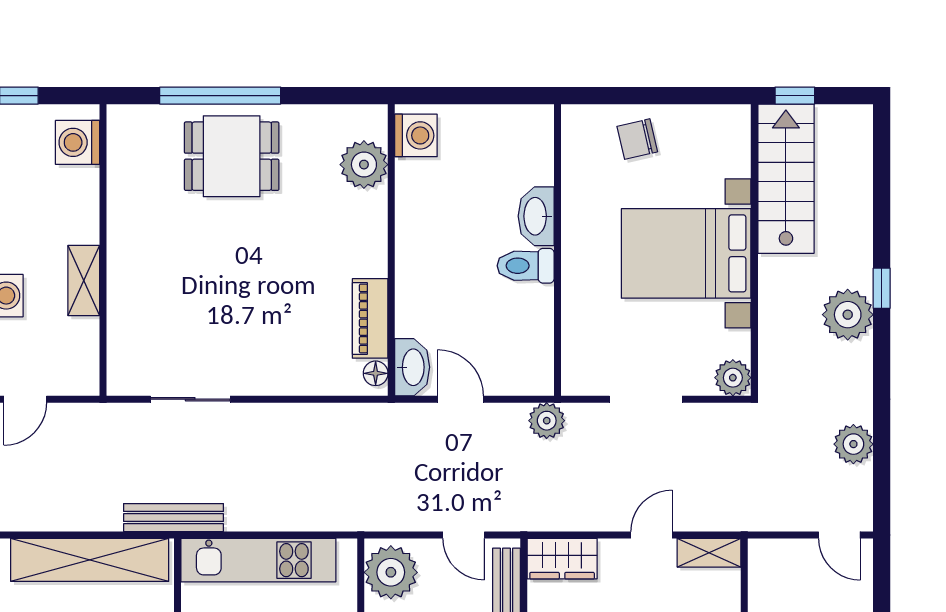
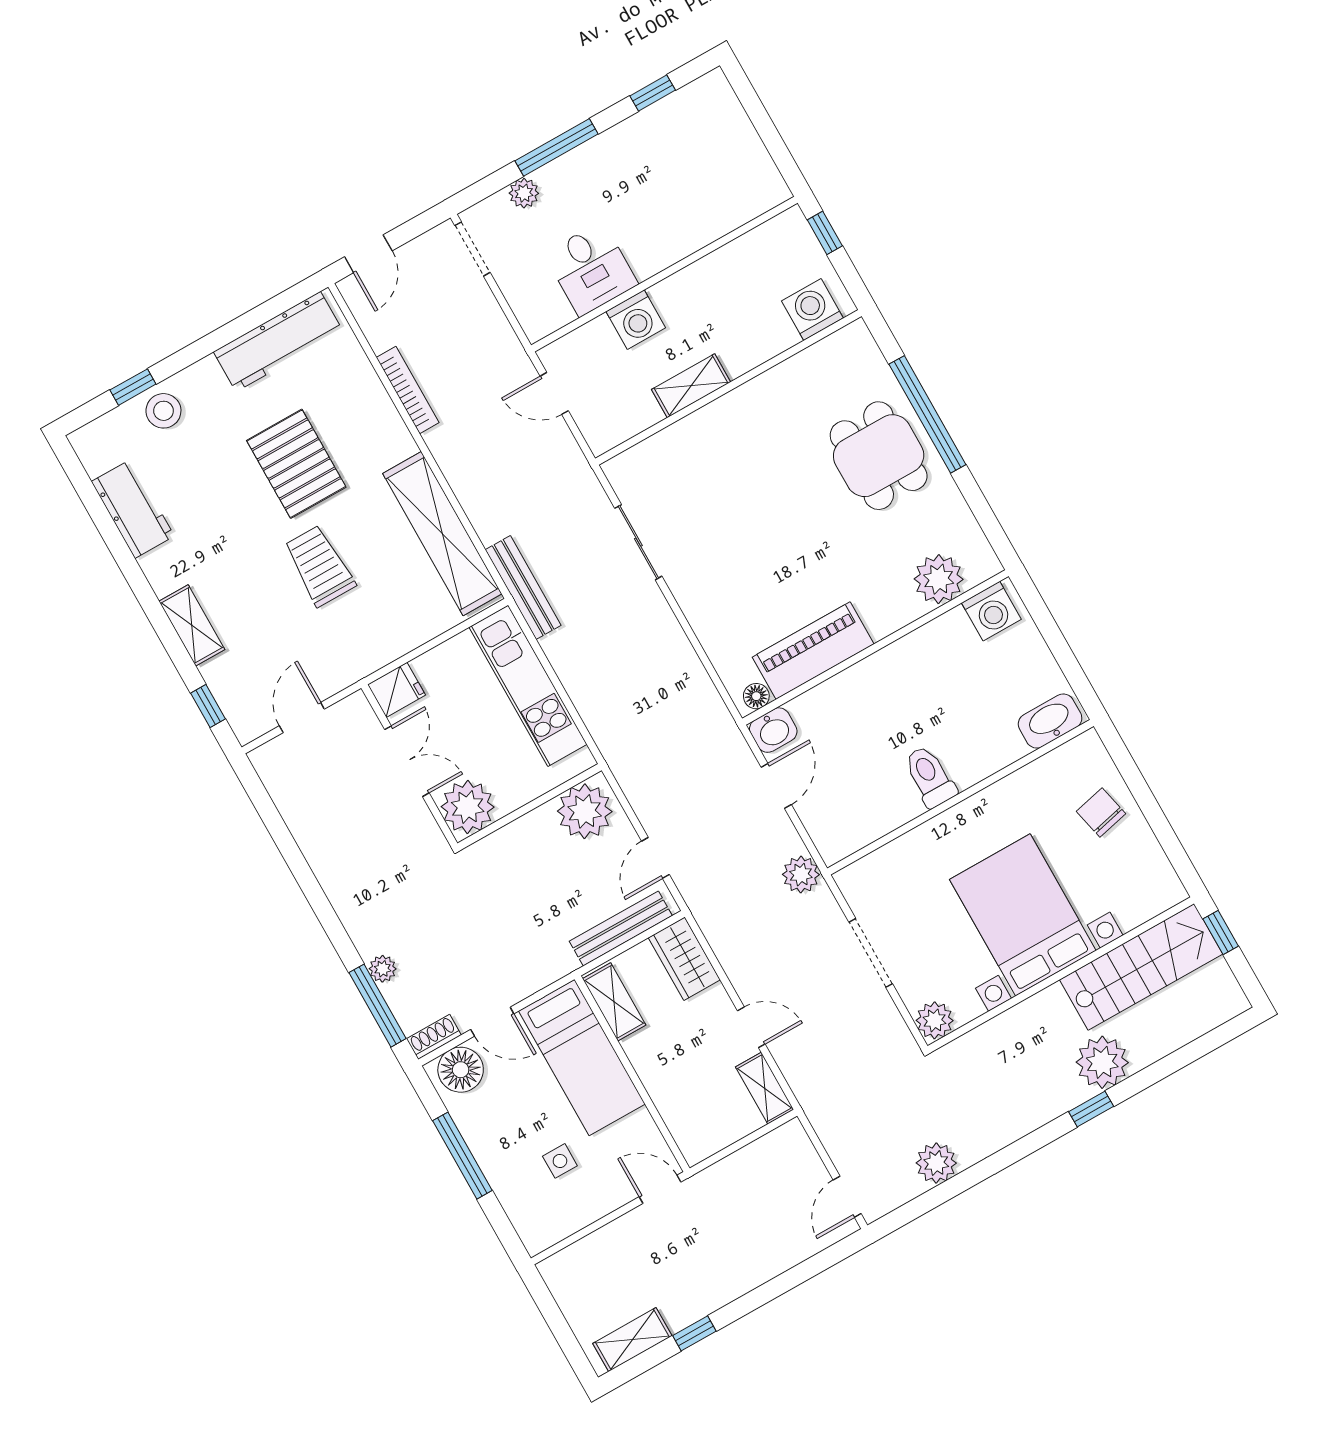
washbasin: (536, 216) -> (1050, 721), moved
plant: (848, 315) -> (1102, 1062), moved
piano: (370, 318) -> (813, 651), width x1.37, depth x1.33
washbasin: (412, 367) -> (773, 730), width x0.72

